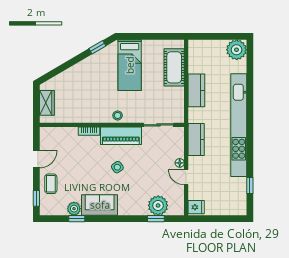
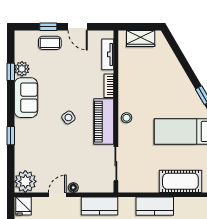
tv unit: (61, 132) -> (108, 54), added
window: (36, 198) -> (48, 27), moved
plant: (158, 205) -> (25, 181), moved
window: (156, 219) -> (11, 136), moved

